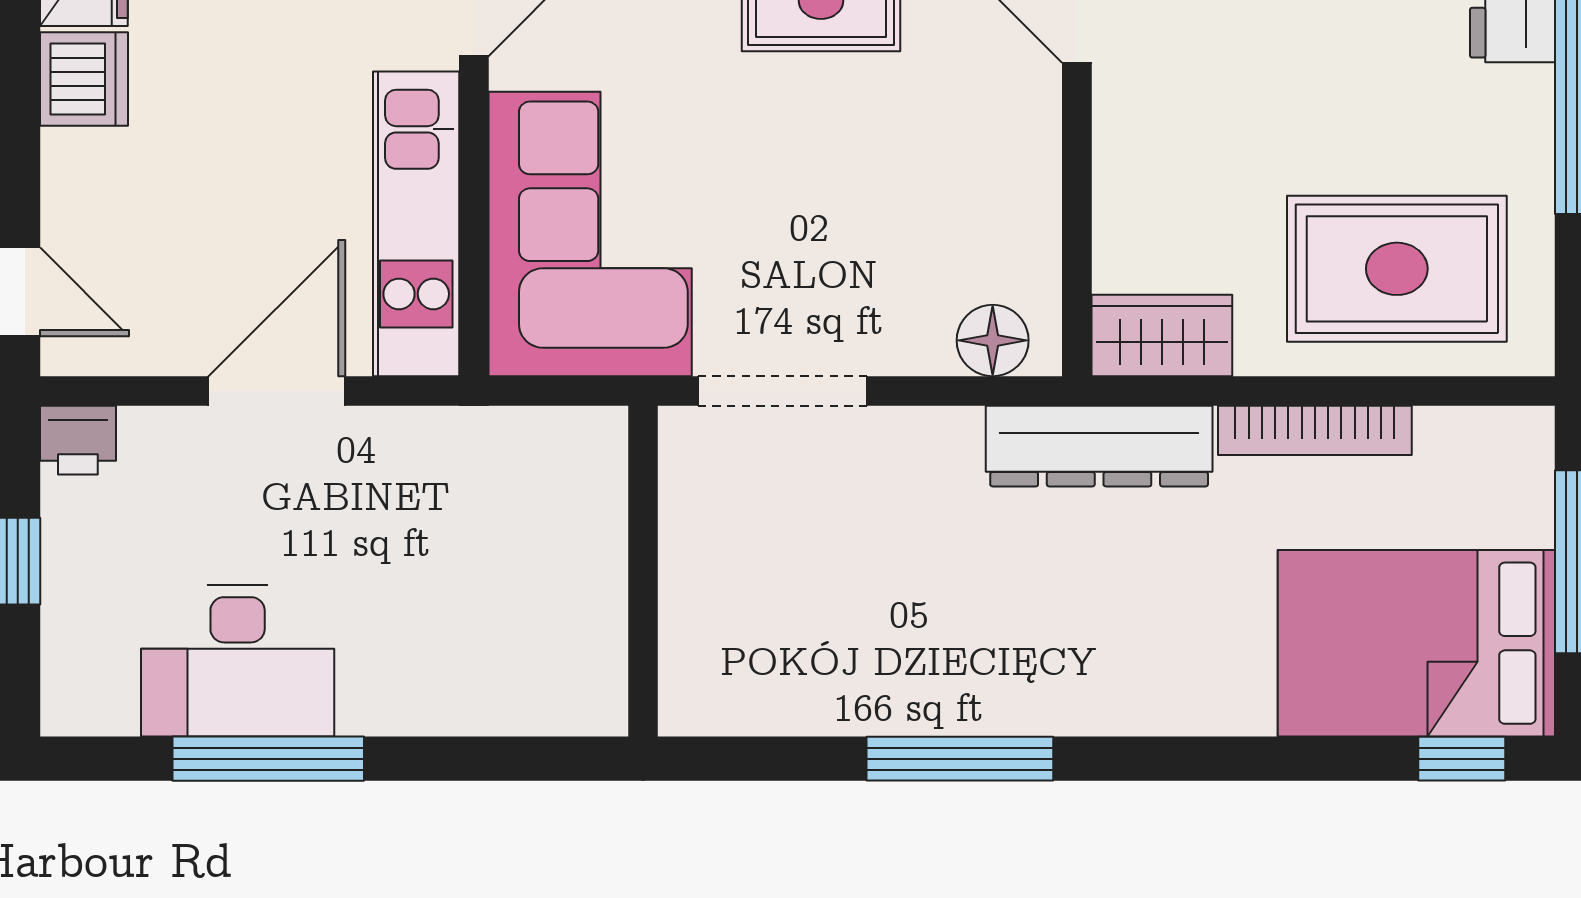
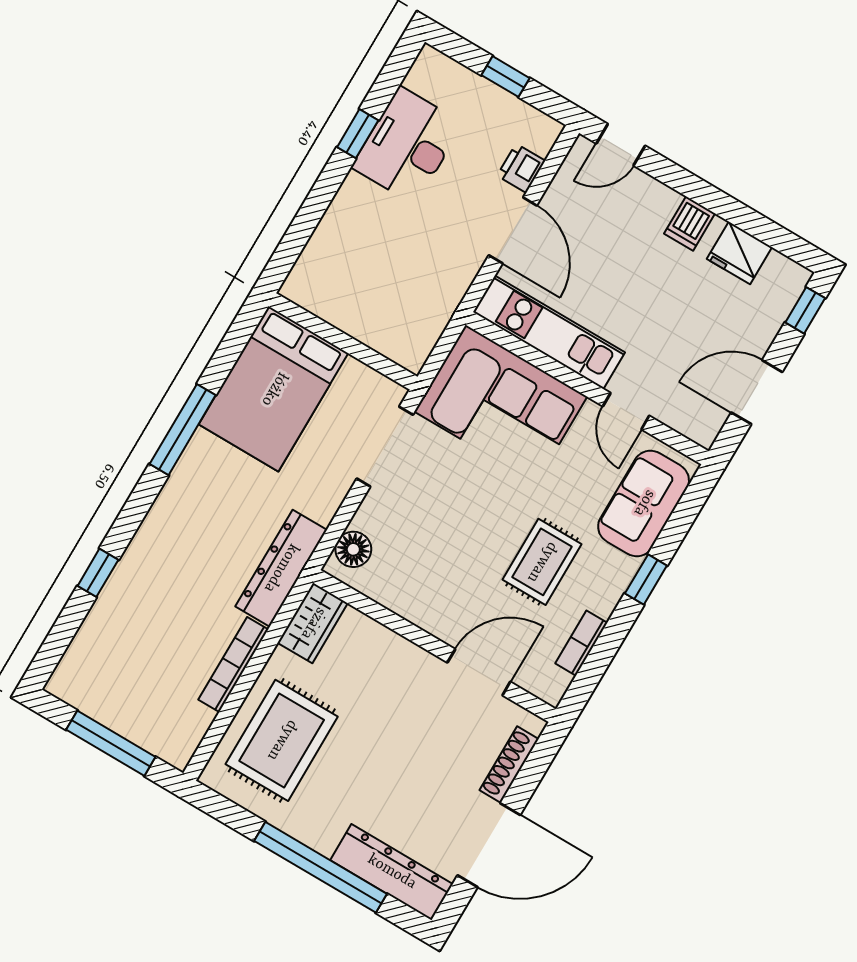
dishwasher: (84, 79) -> (690, 224), width x0.73
printer: (78, 440) -> (521, 168), moved
bed: (1416, 643) -> (274, 389), moved, turned 180
window: (268, 759) -> (358, 134), width x0.46
window: (1462, 759) -> (98, 573), moved

